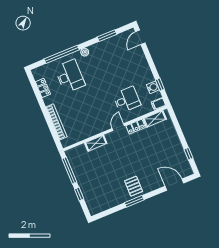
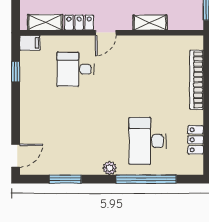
water cooler: (153, 87) -> (28, 72), removed

